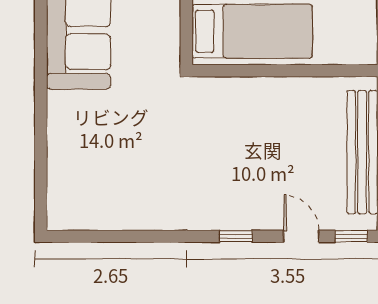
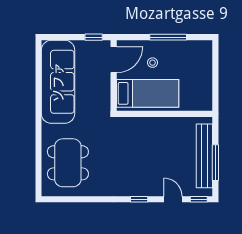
dining table: (98, 166) -> (68, 163), added

